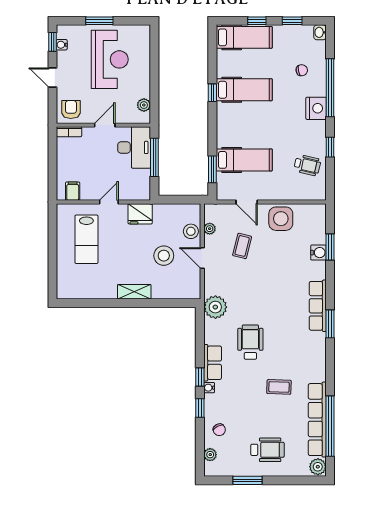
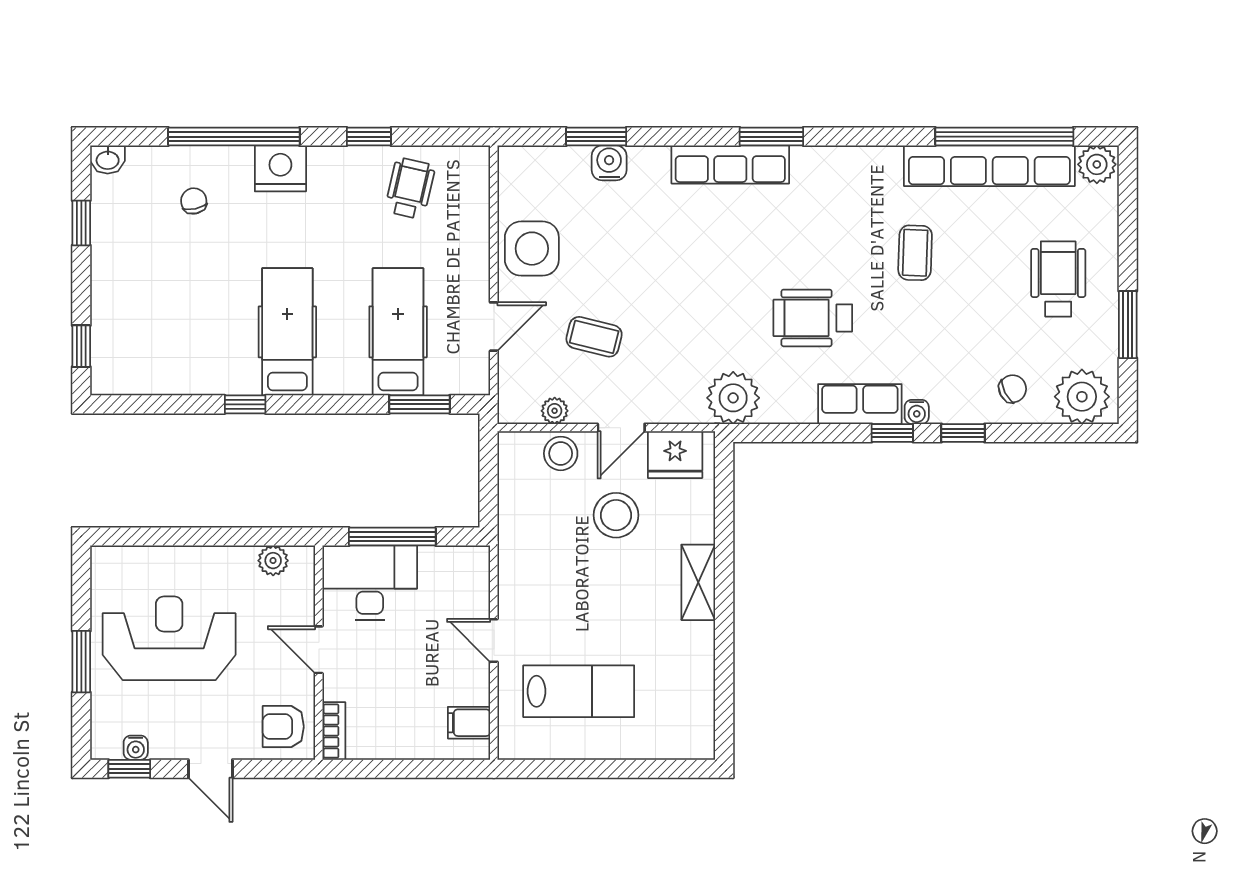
window: (257, 21) -> (81, 346), moved
hospital bed: (244, 37) -> (119, 332), removed
door: (52, 78) -> (210, 769), hinge flipped
hospital bed: (244, 90) -> (287, 332), moved
fridge: (140, 214) -> (675, 455), moved, turned 90
plant: (210, 455) -> (1082, 397), width x1.88, depth x1.88

